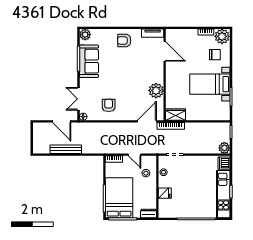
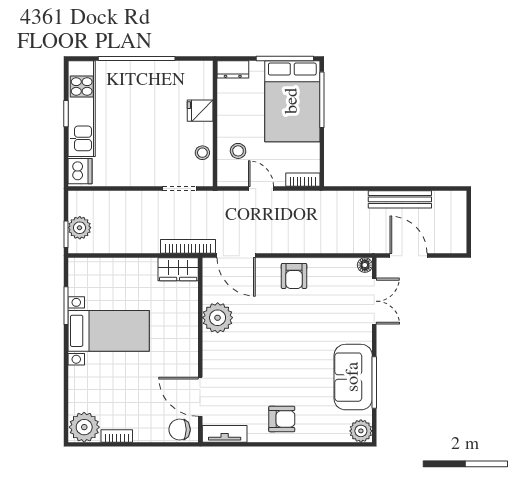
chair: (215, 55) -> (180, 430), moved
armchair: (109, 105) -> (294, 276), moved
door: (147, 121) -> (236, 256), hinge flipped
plant: (224, 148) -> (80, 228), moved

